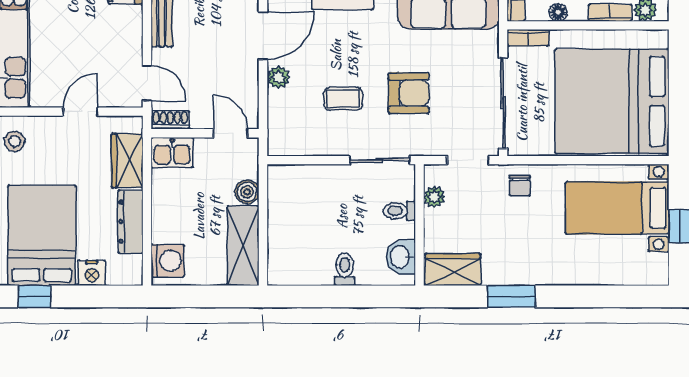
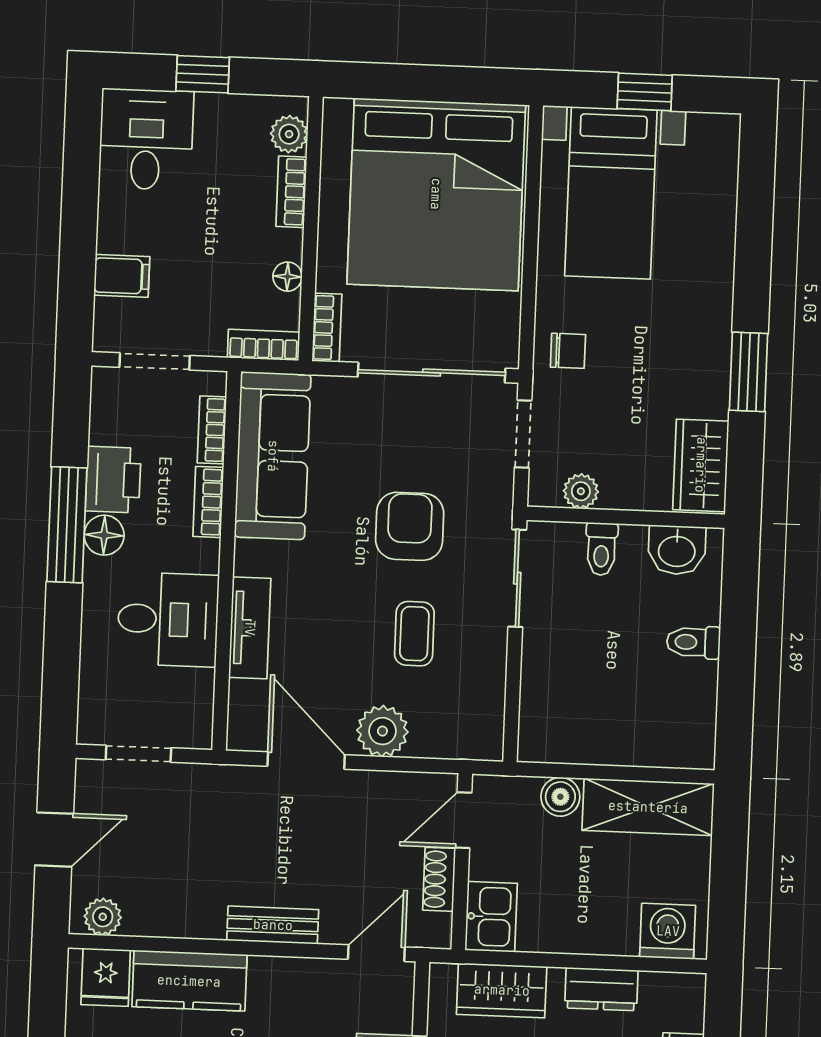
plant: (279, 77) -> (382, 731), width x1.38, depth x1.38
shoe rack: (170, 120) -> (439, 879), moved
dresser: (131, 222) -> (601, 989), width x0.70

